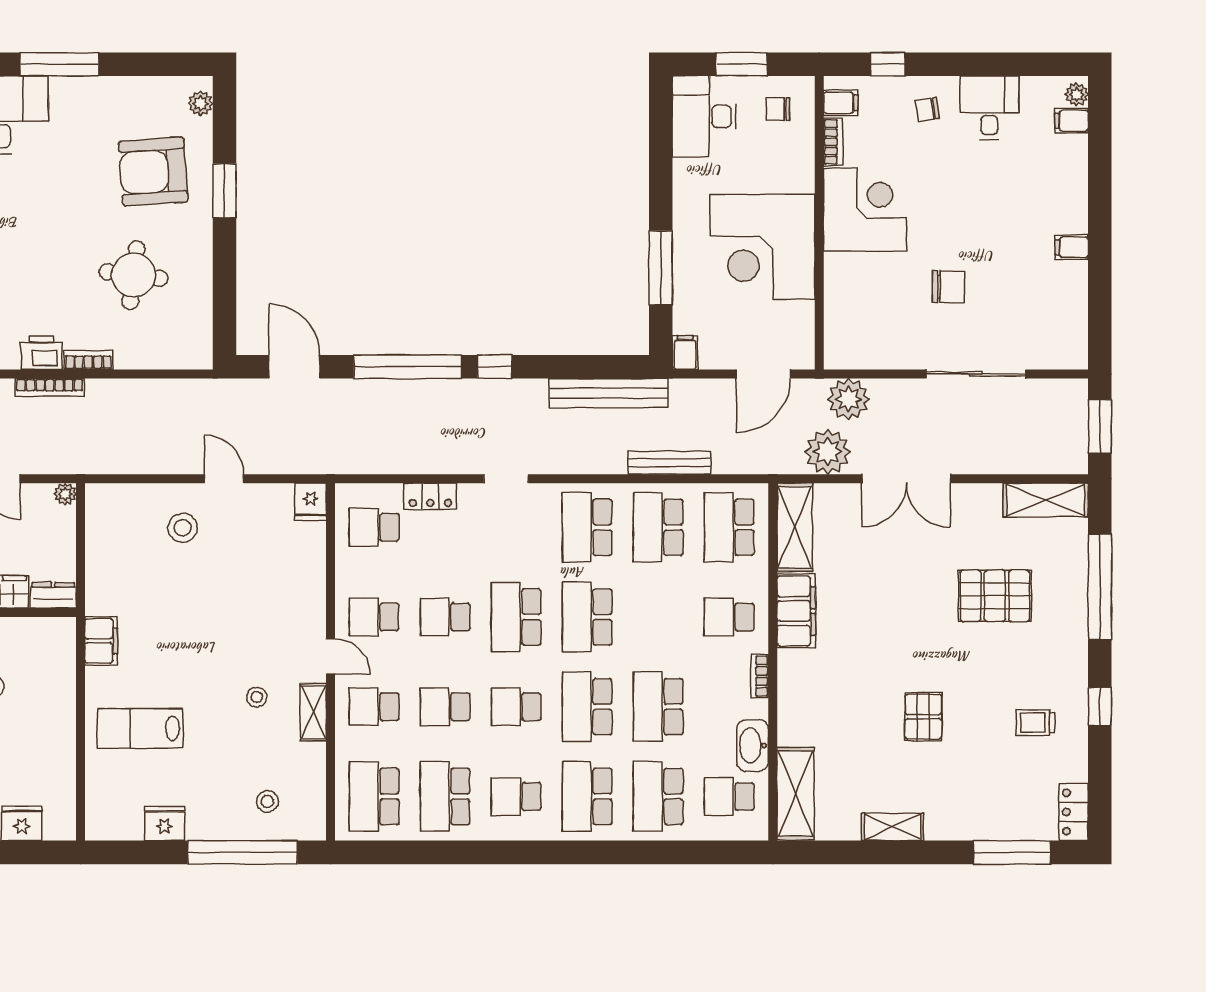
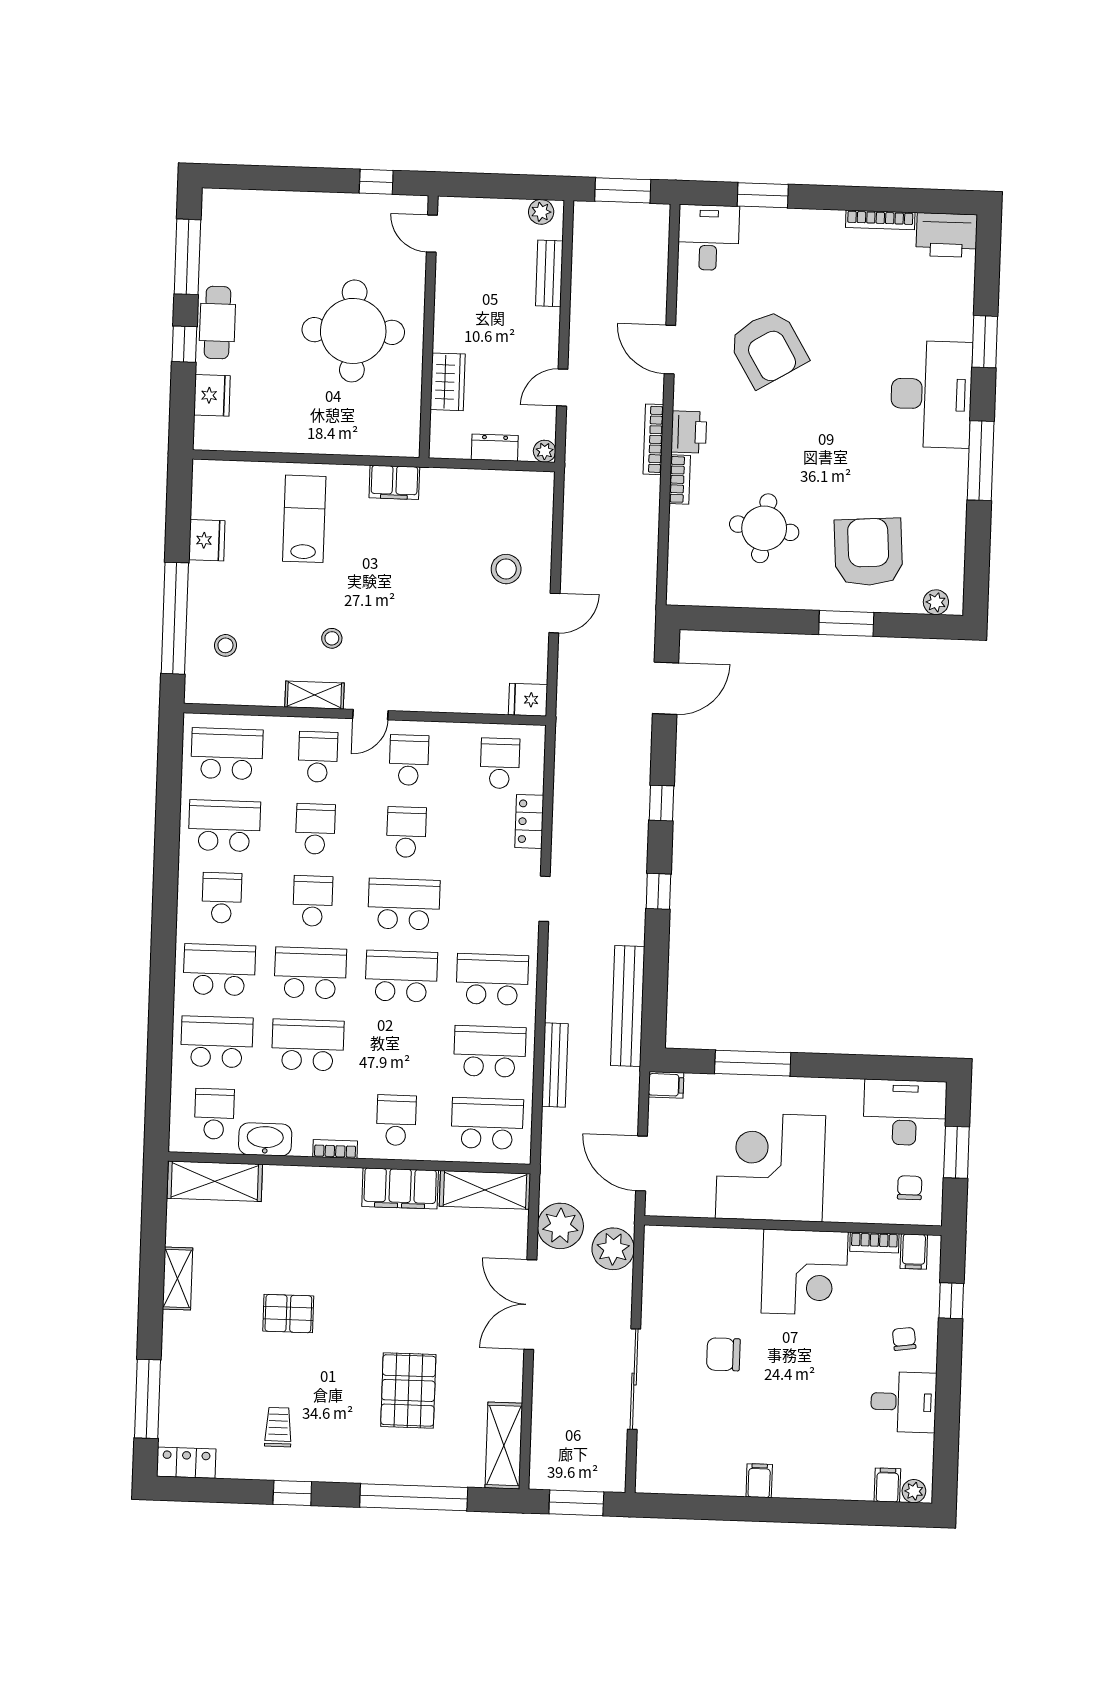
chair: (948, 287) -> (723, 1354), turned 89
window: (408, 367) -> (662, 803), width x0.32
dresser: (53, 595) -> (495, 448), moved, turned -90

